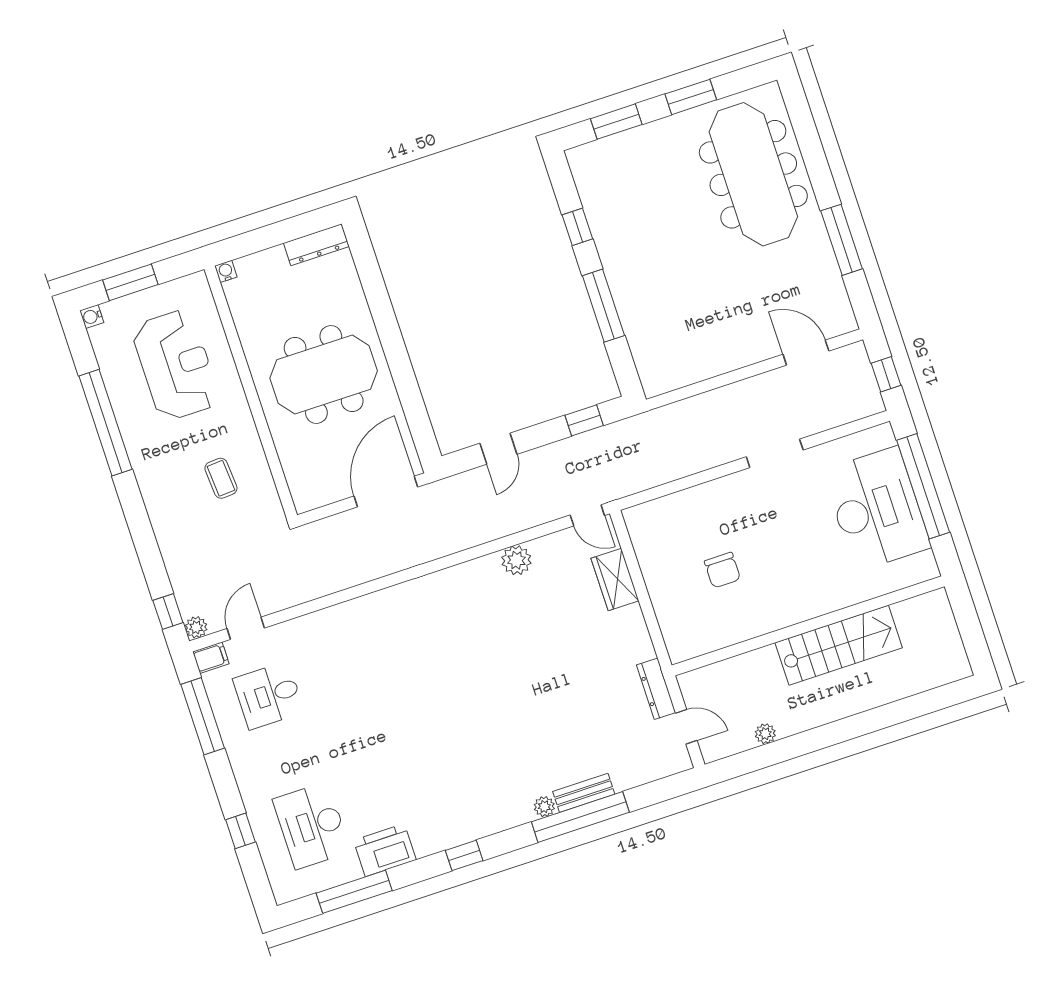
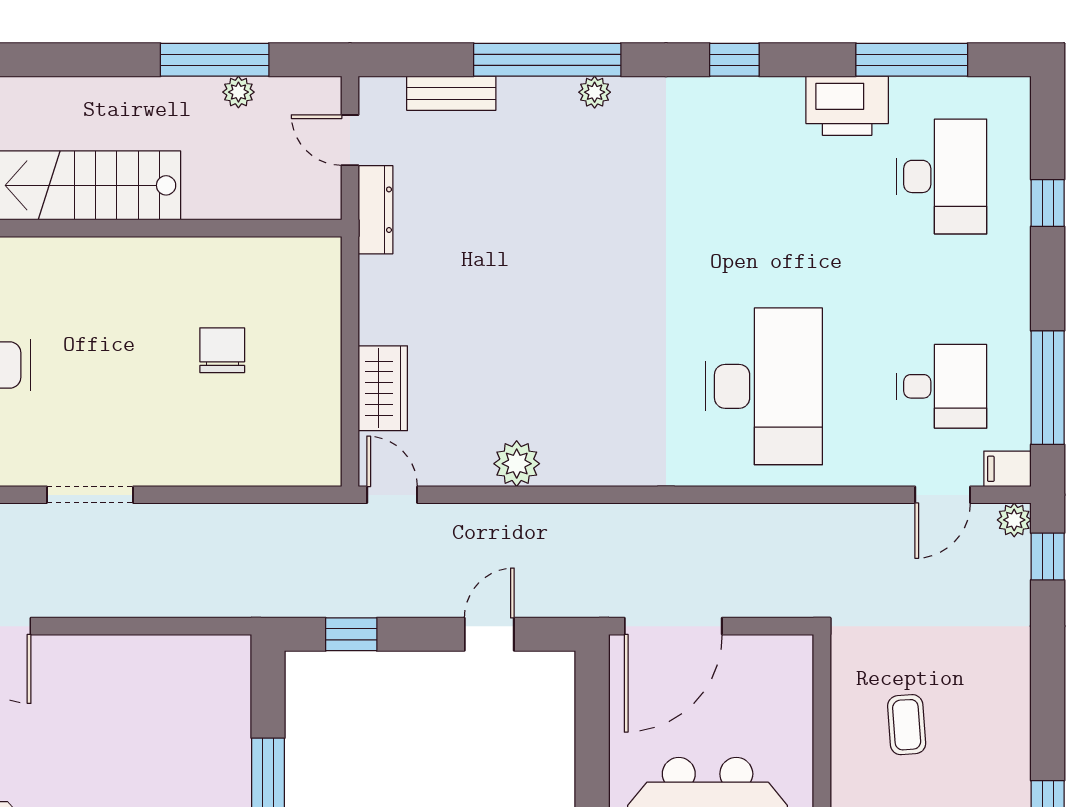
desk: (379, 659) -> (764, 386), added
window: (787, 749) -> (215, 60), added
bench: (584, 793) -> (451, 93), moved

